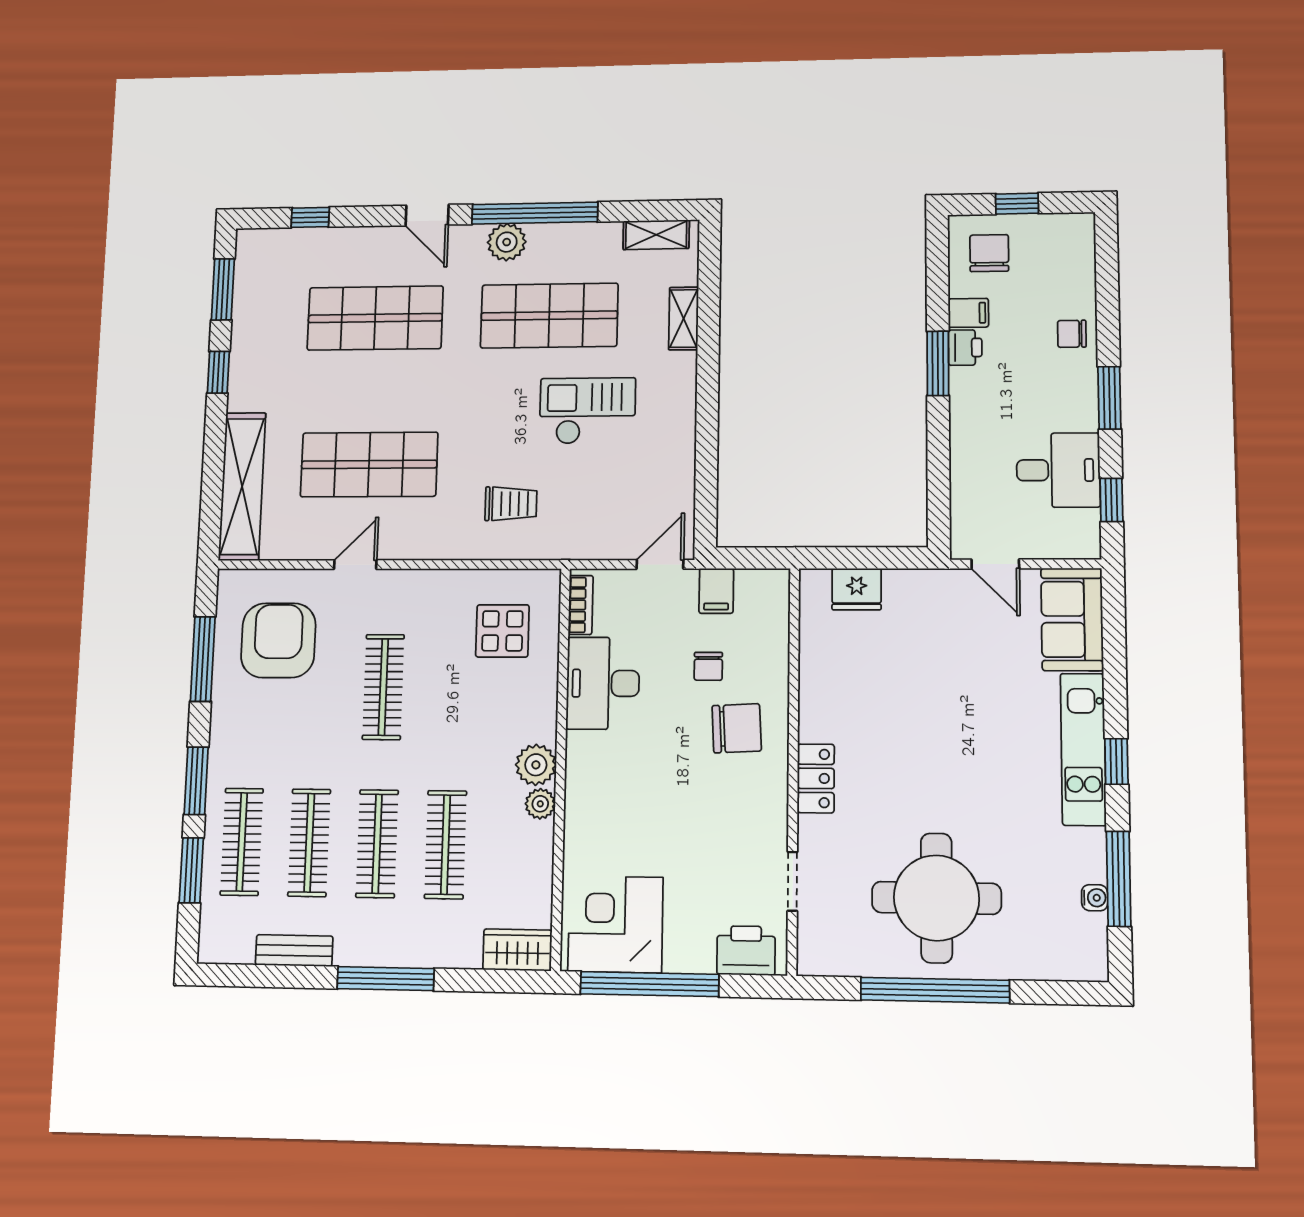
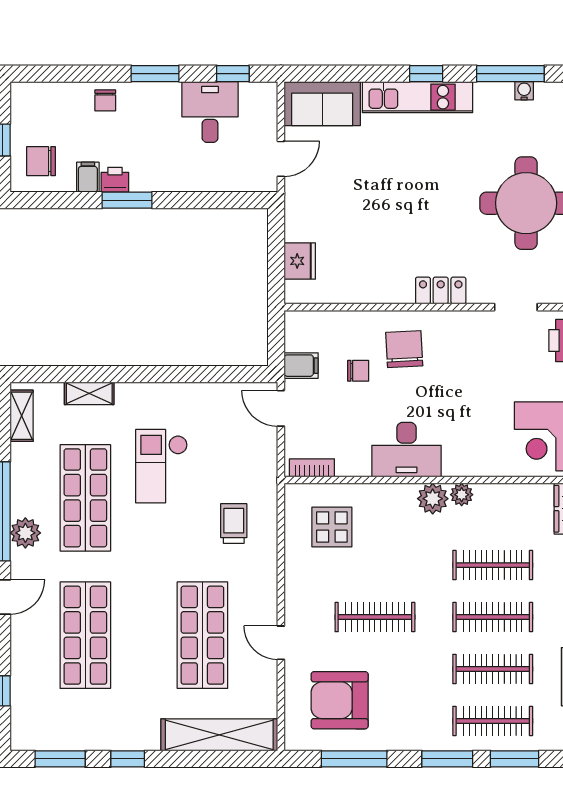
desk: (603, 683) -> (406, 450), moved

